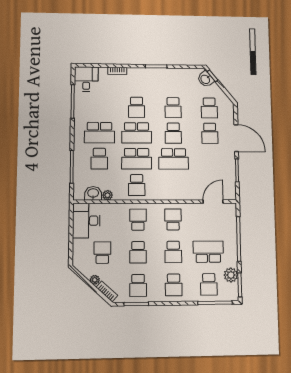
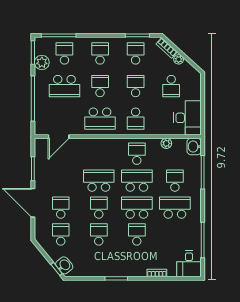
washbasin: (93, 193) -> (194, 147), moved, turned 90
school desk: (173, 219) -> (100, 119), width x1.85

